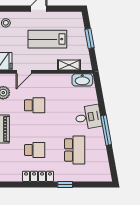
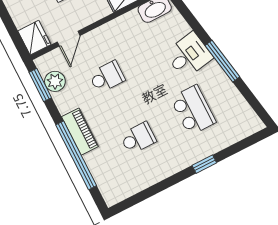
locker: (38, 176) -> (161, 172), removed

